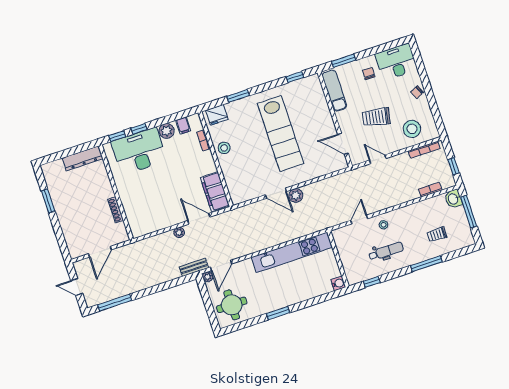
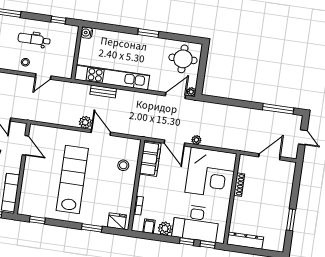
stool: (224, 148) -> (123, 165), moved
corner desk: (149, 207) -> (211, 173), added
bench: (194, 267) -> (103, 92), moved

